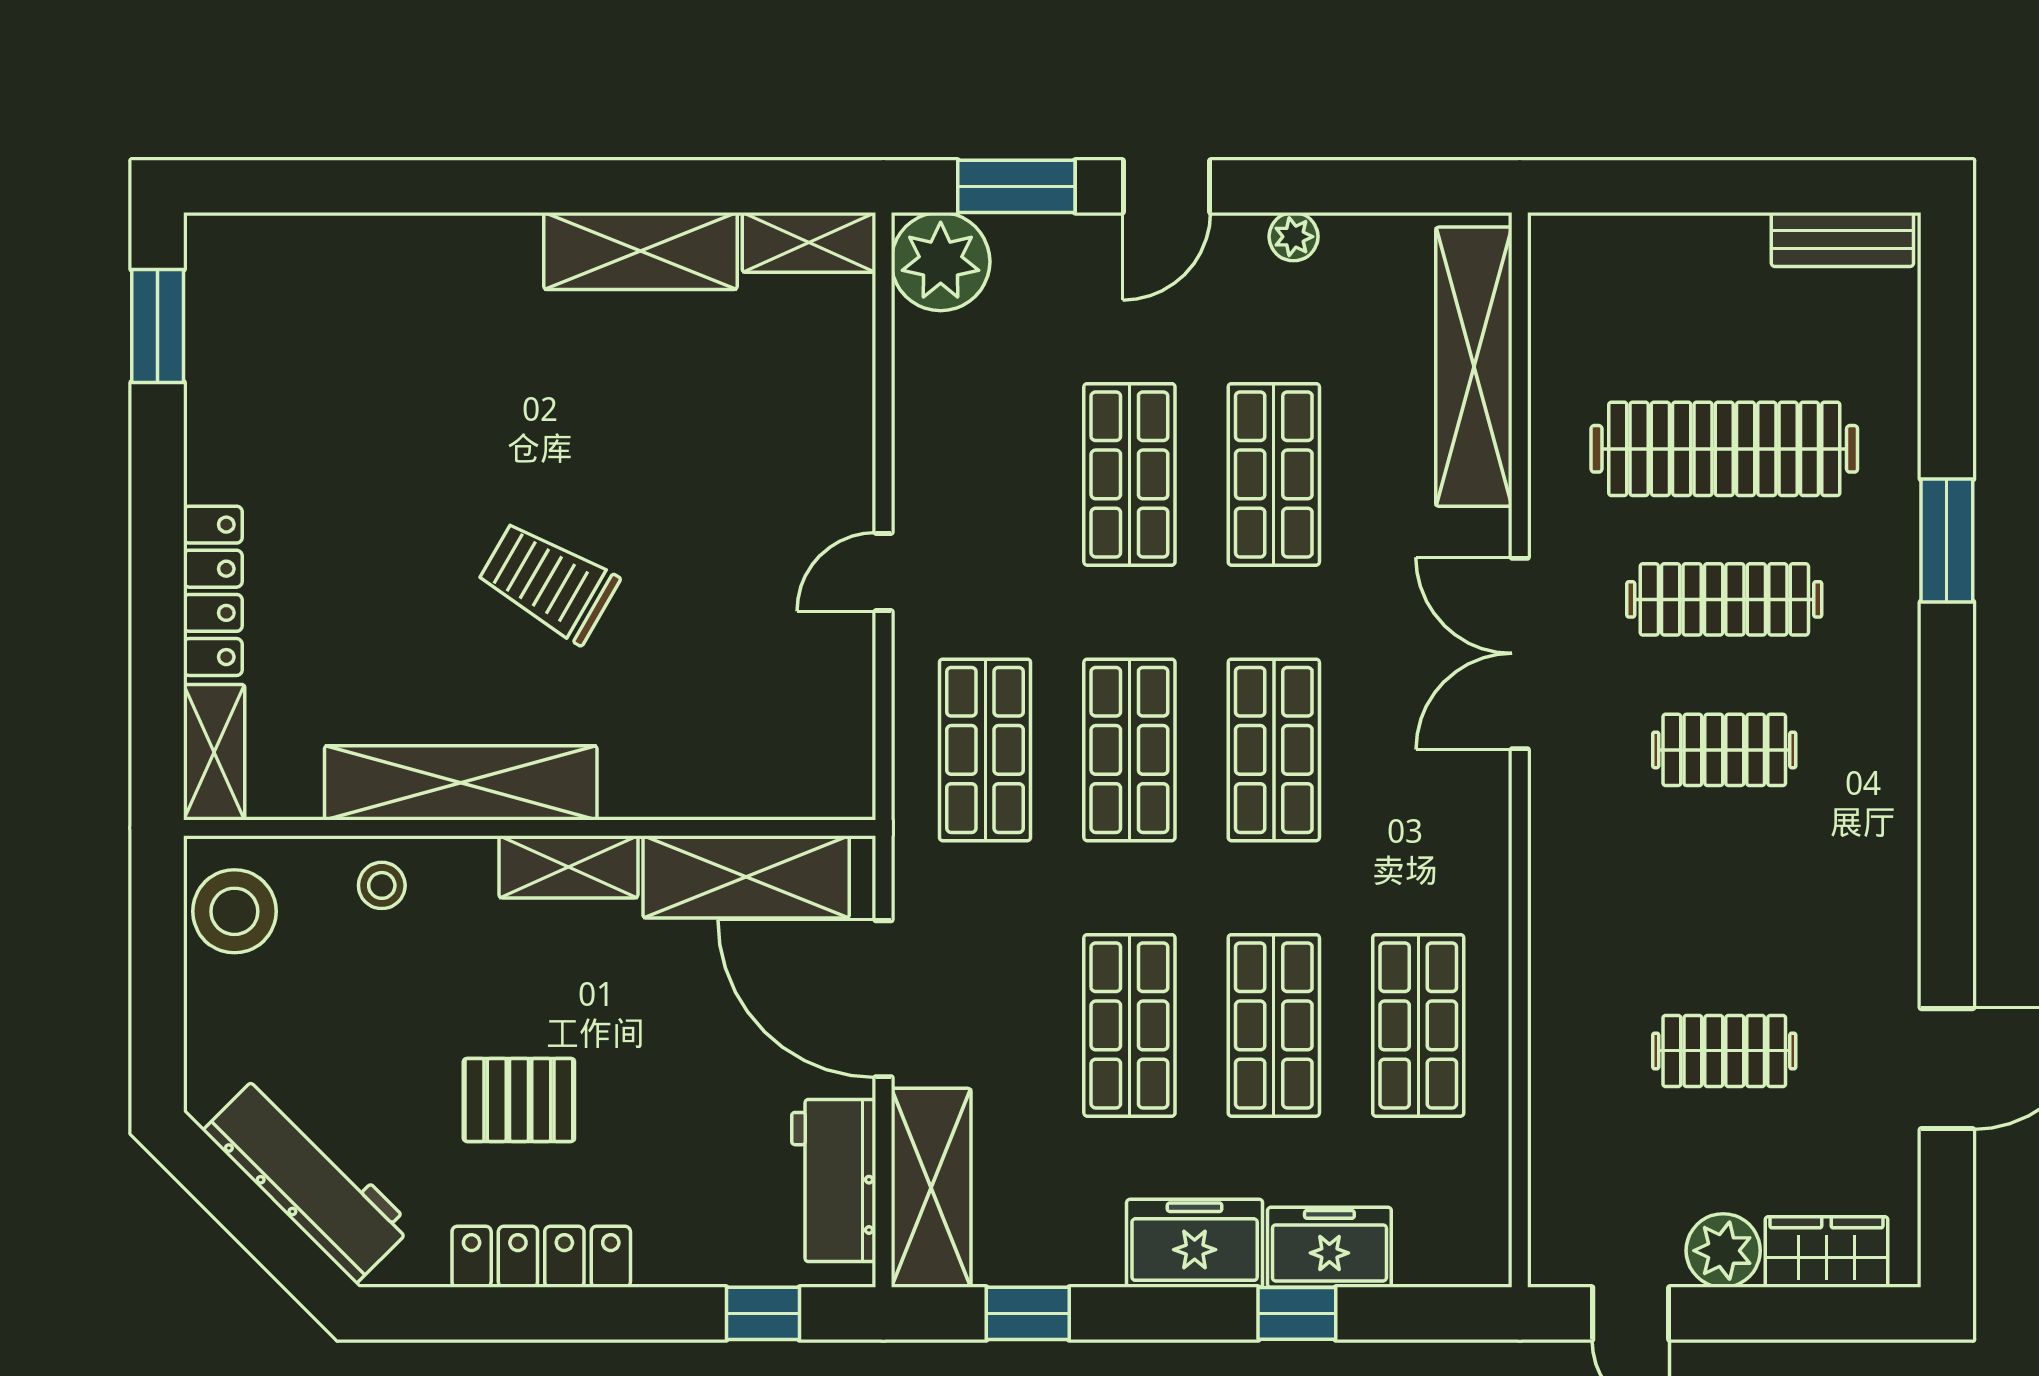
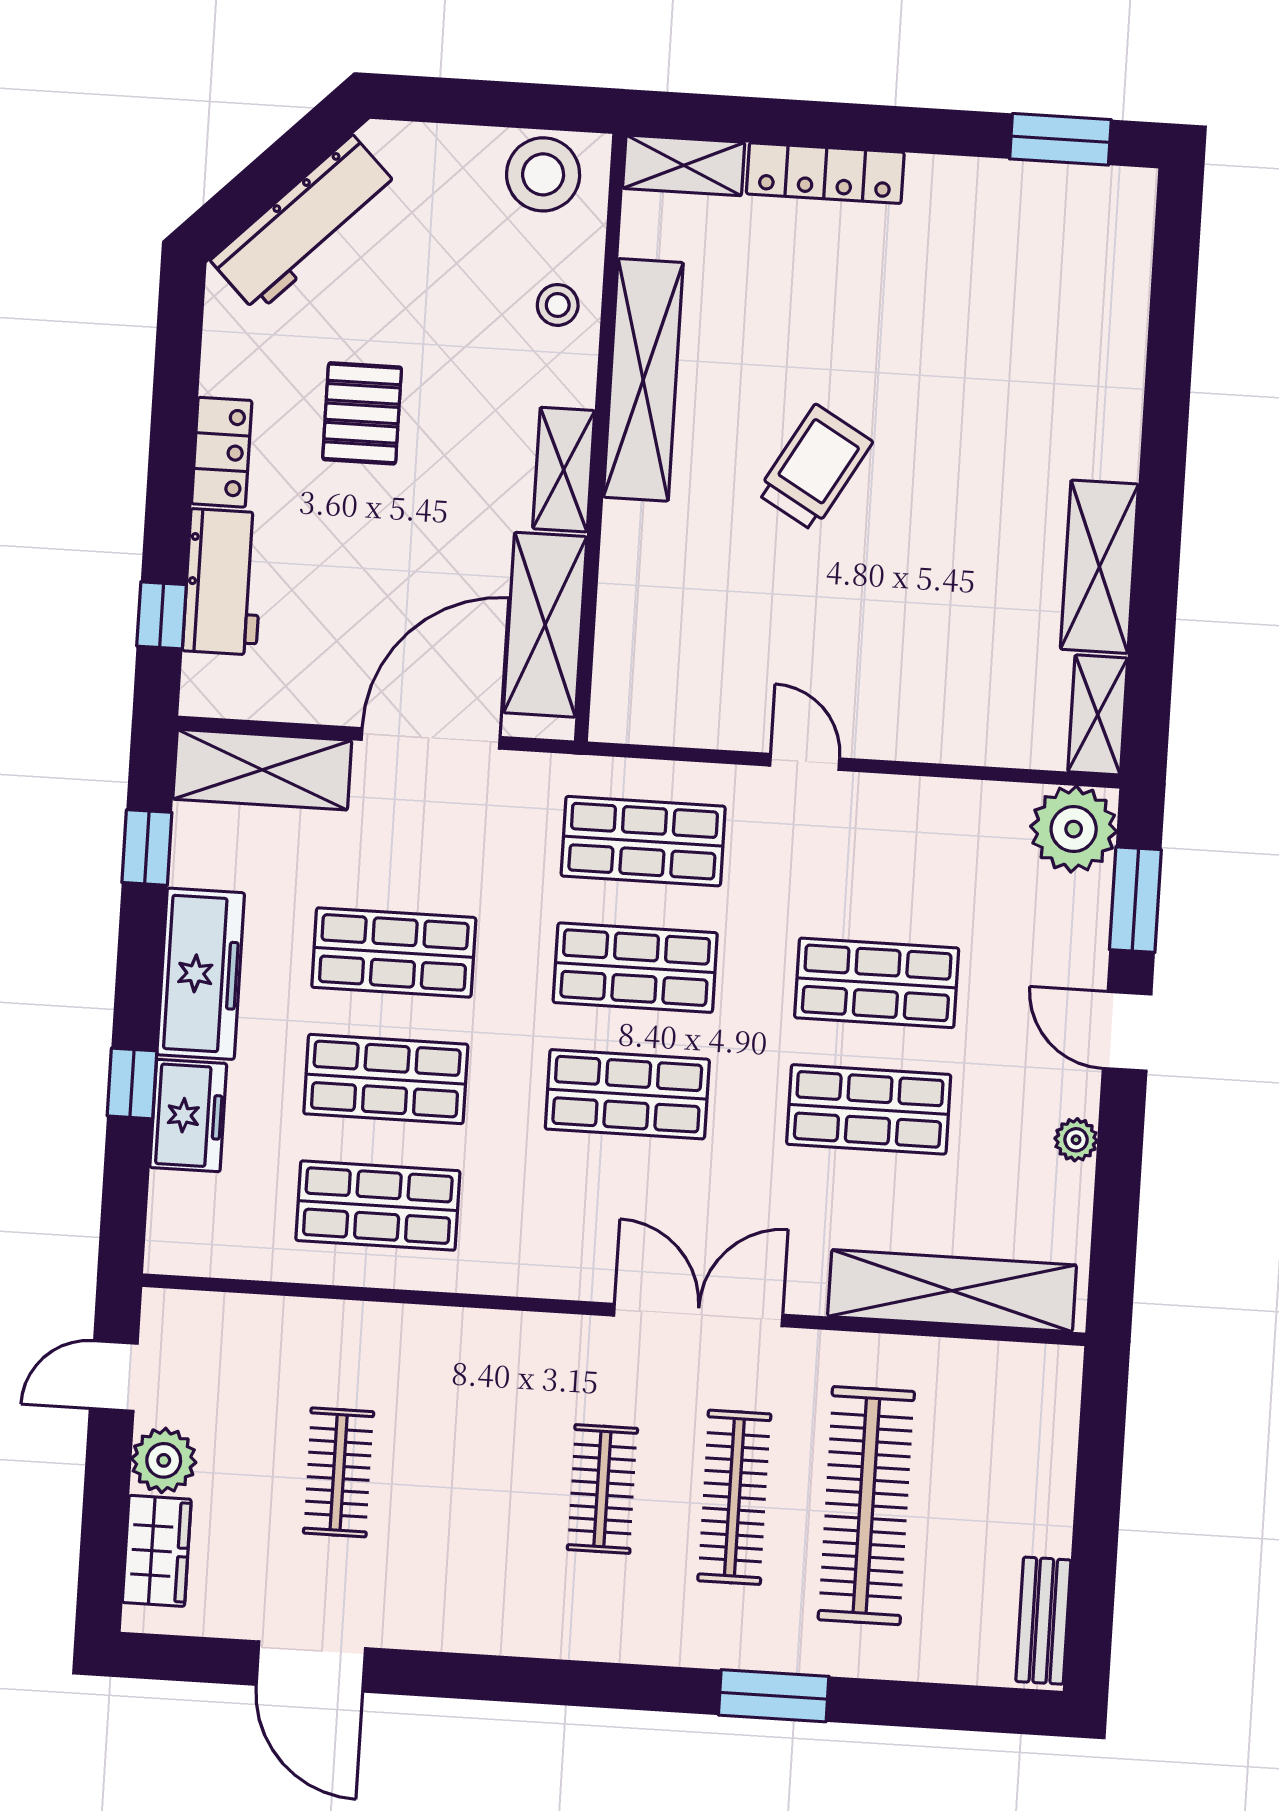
workbench: (834, 1180) -> (223, 582), moved, turned 90
freezer: (1195, 1243) -> (201, 974), width x1.40
locker: (541, 1257) -> (222, 452), width x0.66

